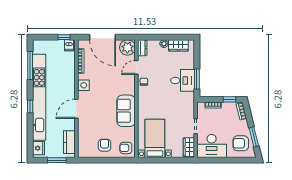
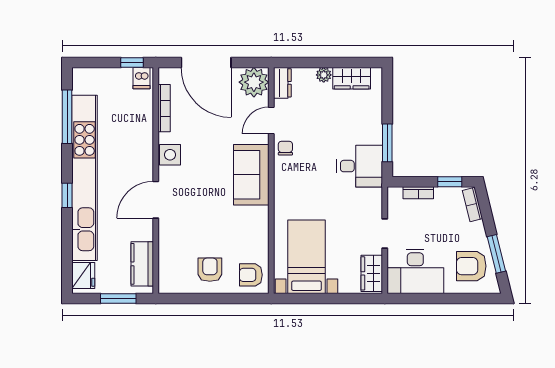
desk: (183, 80) -> (360, 166), moved
sofa: (126, 111) -> (251, 175), moved

